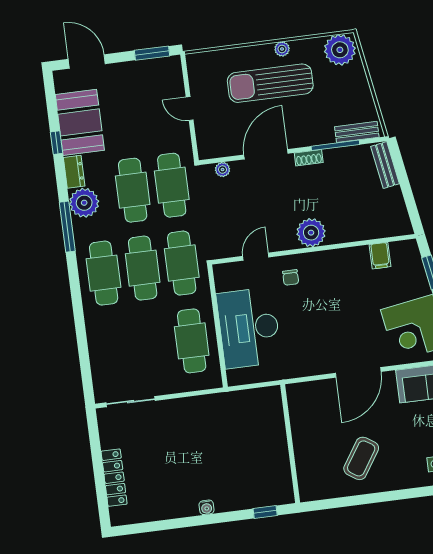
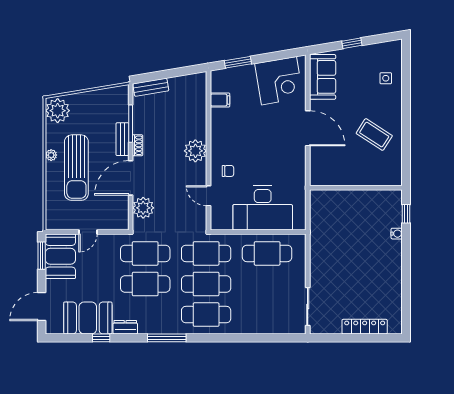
booth: (154, 77) -> (60, 256), added
bench: (357, 132) -> (122, 139), moved
door: (266, 154) -> (131, 178), hinge flipped
plant: (223, 170) -> (143, 208), width x1.88, depth x1.88
plant: (84, 203) -> (150, 323), removed
water cooler: (207, 507) -> (397, 234), moved

